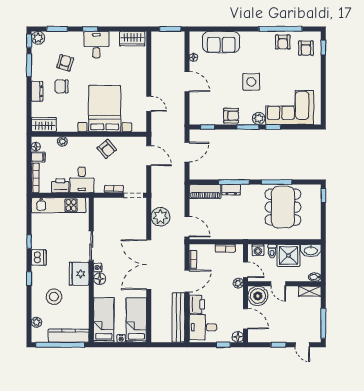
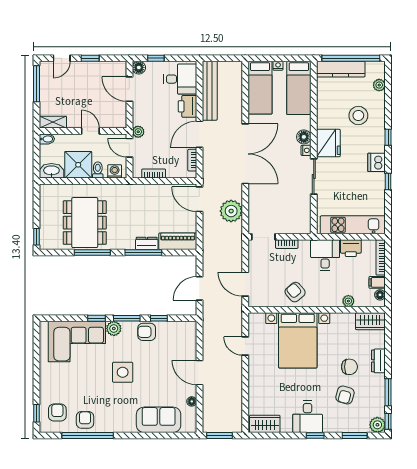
window: (208, 127) -> (159, 318), moved
boiler: (258, 296) -> (115, 116), removed
door: (302, 345) -> (62, 58), swing flipped

